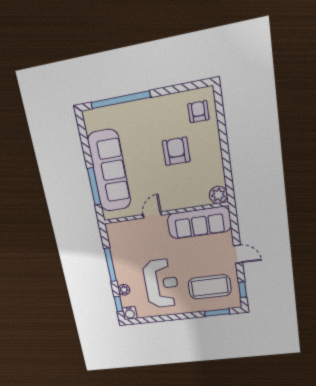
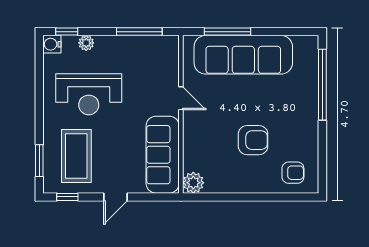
window: (110, 265) -> (139, 32), moved

